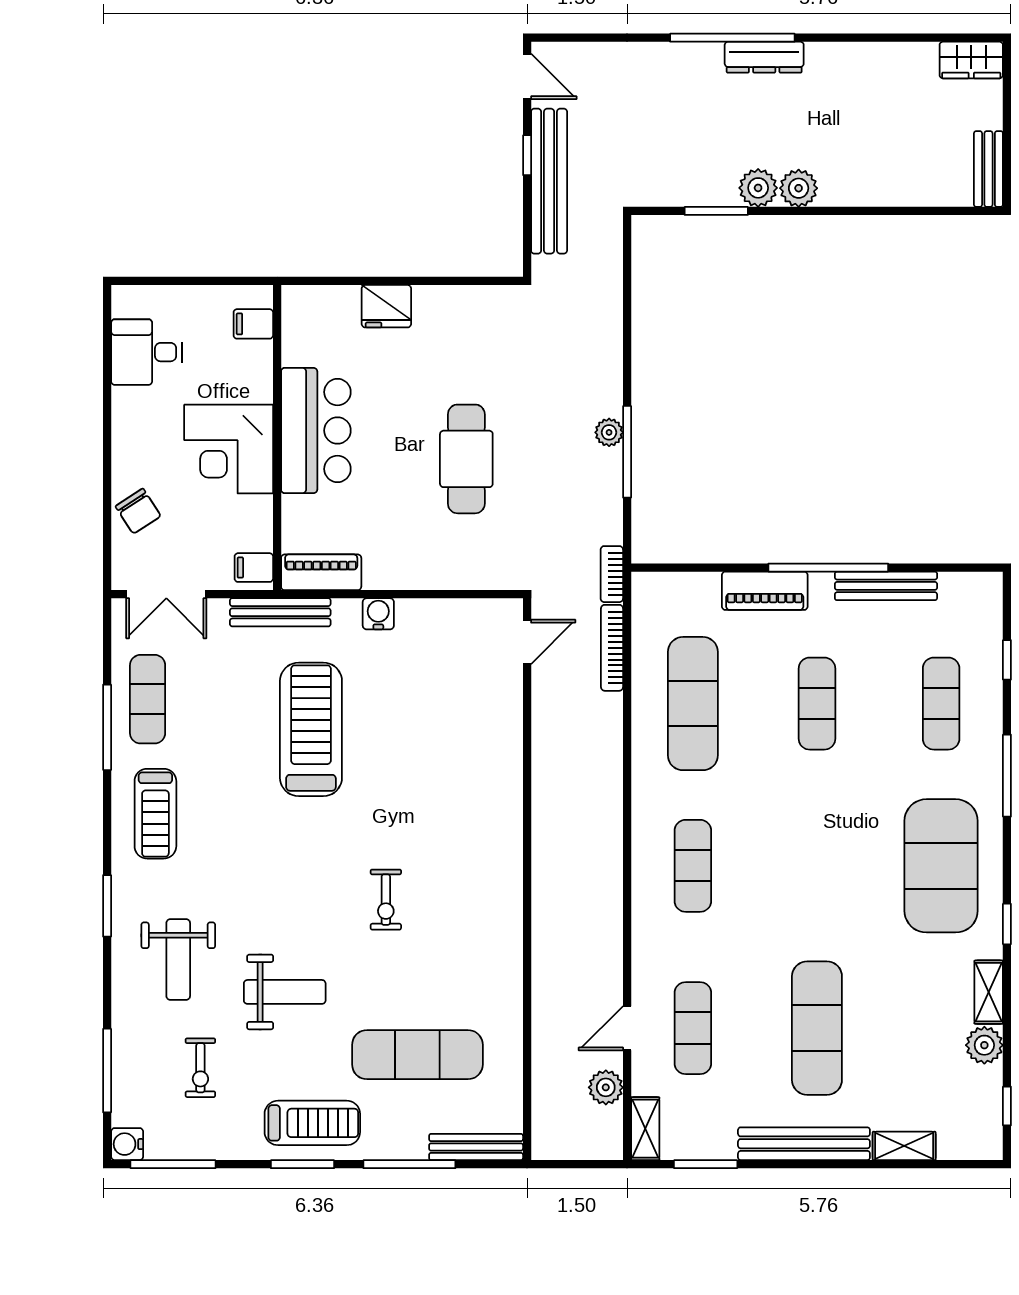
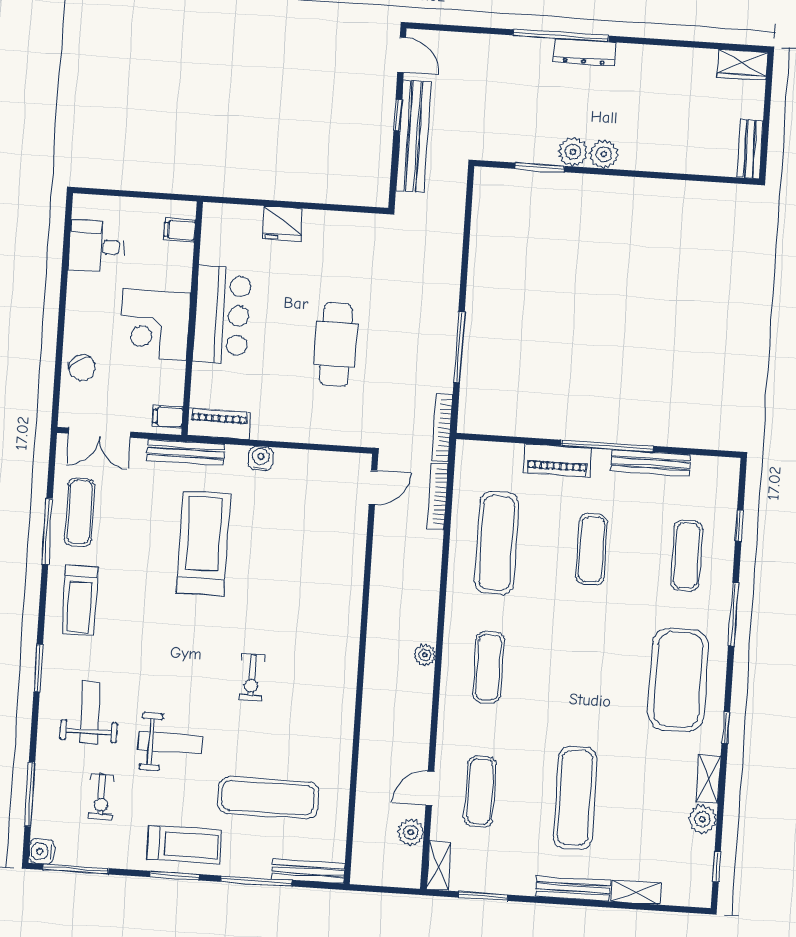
plant: (609, 432) -> (425, 655), moved
bookcase: (612, 574) -> (442, 428), width x1.56
weight bench: (178, 960) -> (90, 713), turned 180
bench: (804, 1144) -> (573, 889), width x0.73, depth x0.82

